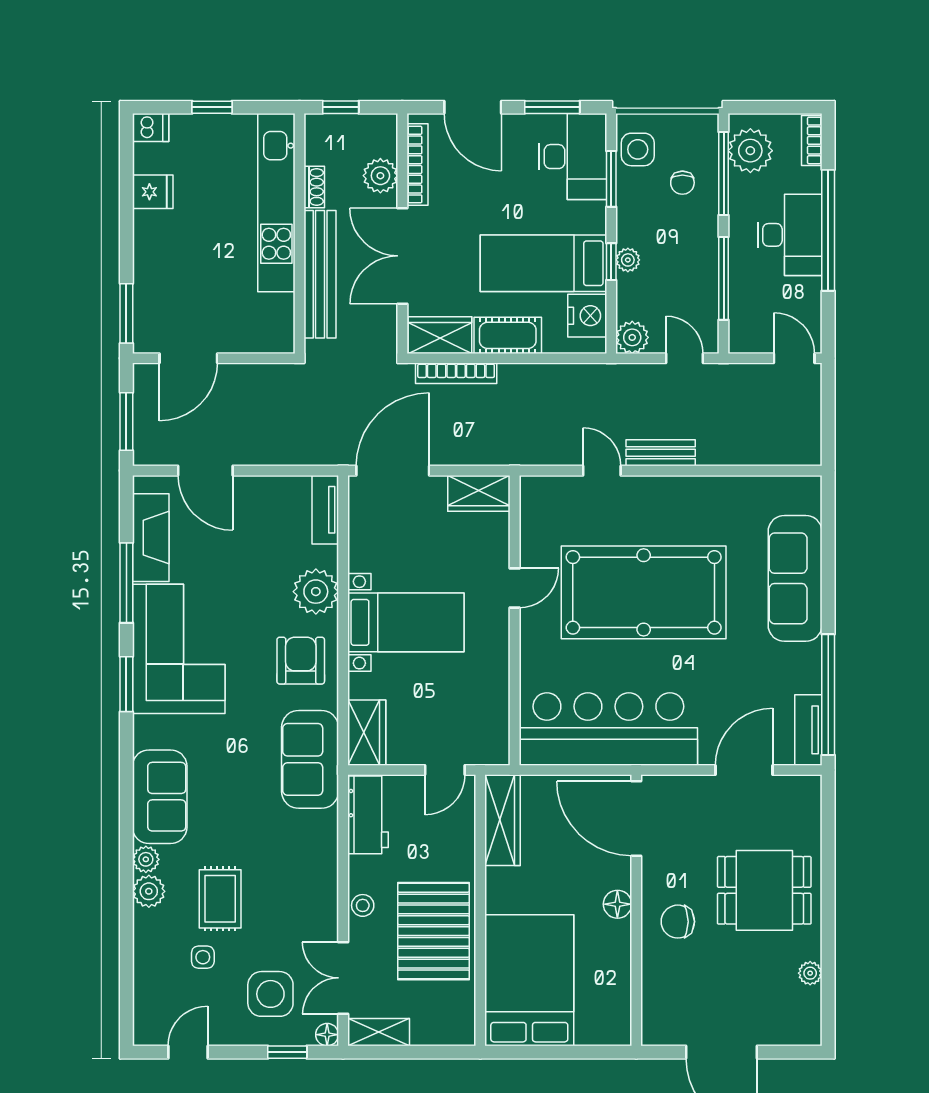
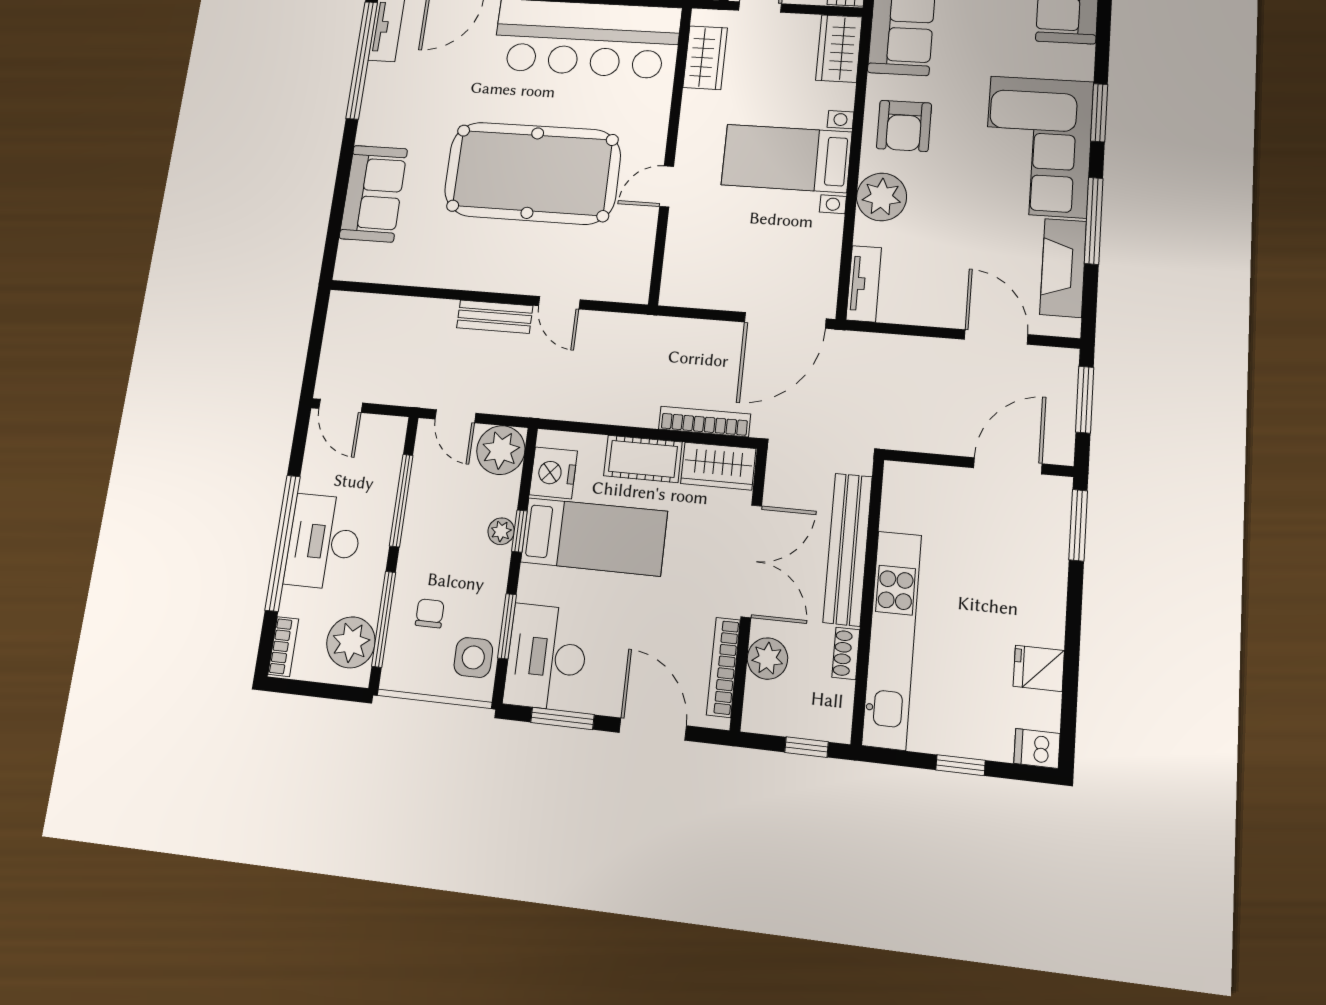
plant: (632, 337) -> (501, 450), width x1.36, depth x1.36
wardrobe: (479, 493) -> (705, 58), moved, turned 90
sofa: (795, 578) -> (373, 194), width x0.73

